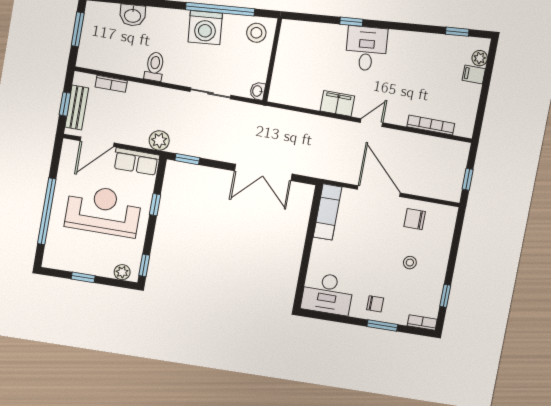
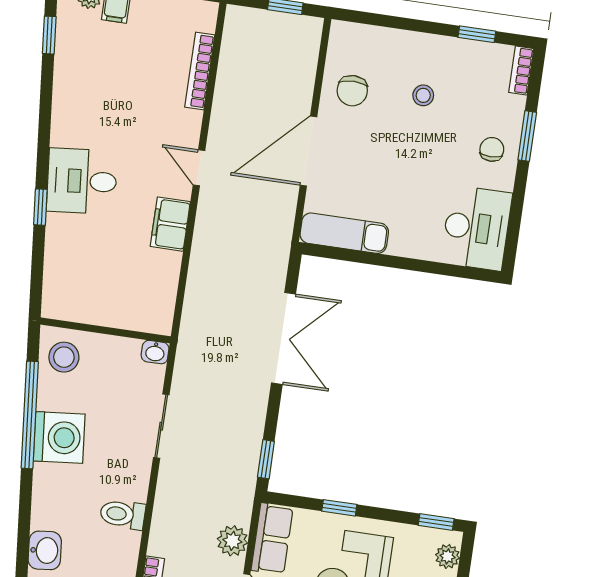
plant: (159, 140) -> (232, 541), moved

